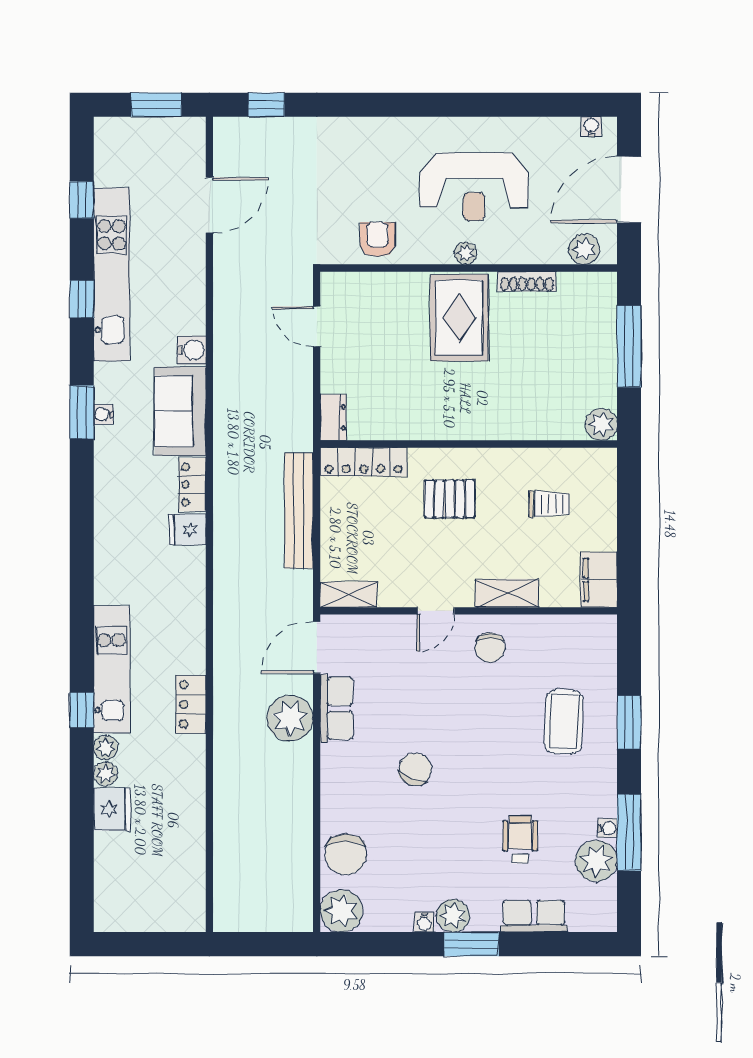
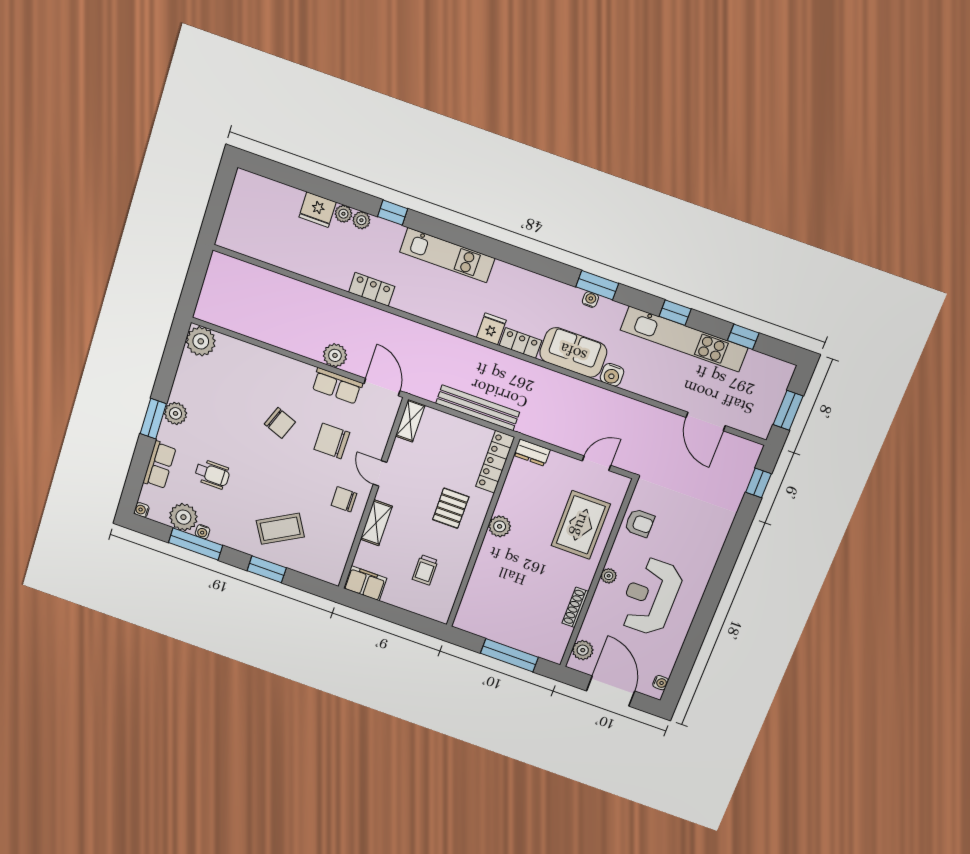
rug: (459, 318) -> (581, 525), moved, turned 90
plant: (601, 424) -> (500, 526), moved
kitchen unit: (112, 670) -> (447, 255), moved
plant: (290, 718) -> (335, 355), width x0.73, depth x0.73
coffee table: (564, 722) -> (280, 529), turned -32
chair: (346, 854) -> (332, 441), moved
water cooler: (424, 922) -> (142, 510), moved

